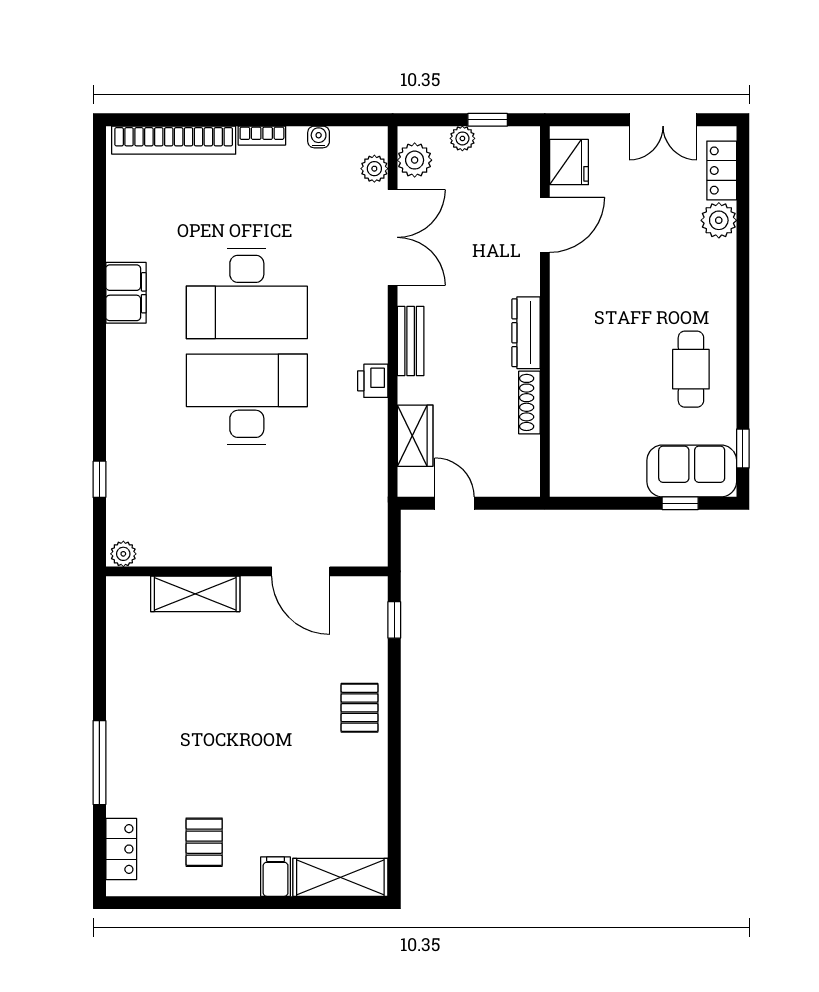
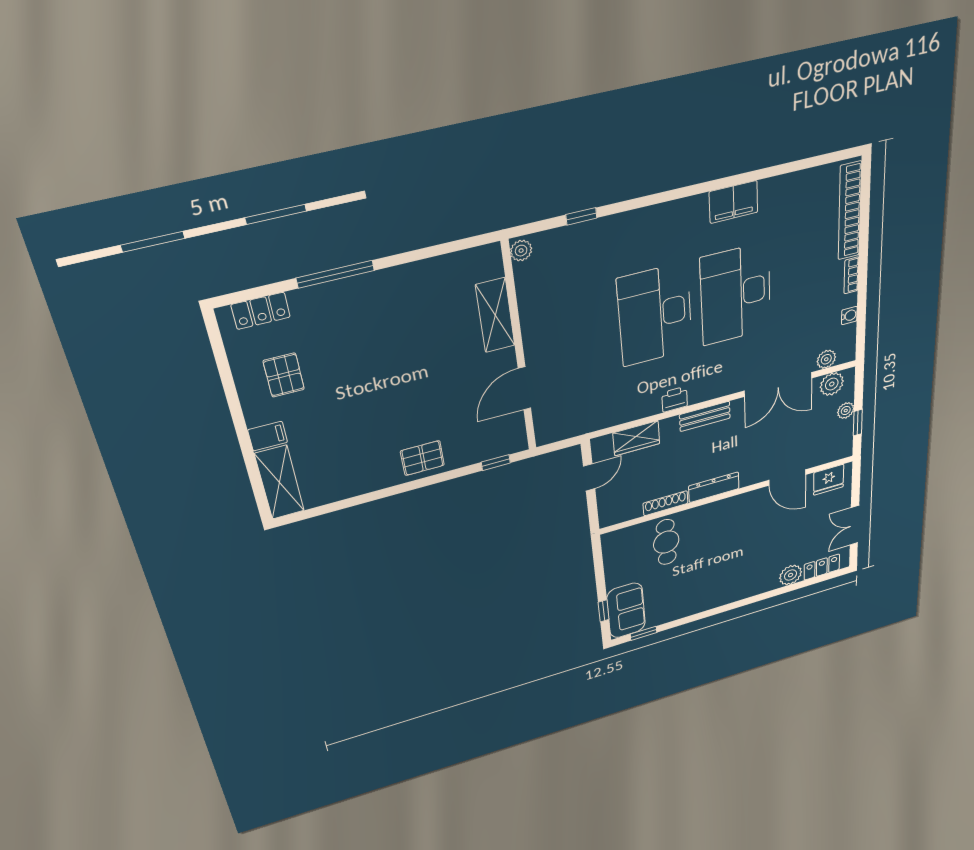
cafe table: (691, 369) -> (666, 542), moved, turned 90
desk: (247, 399) -> (655, 315), turned 180
pallet: (204, 842) -> (284, 375), turned 90

